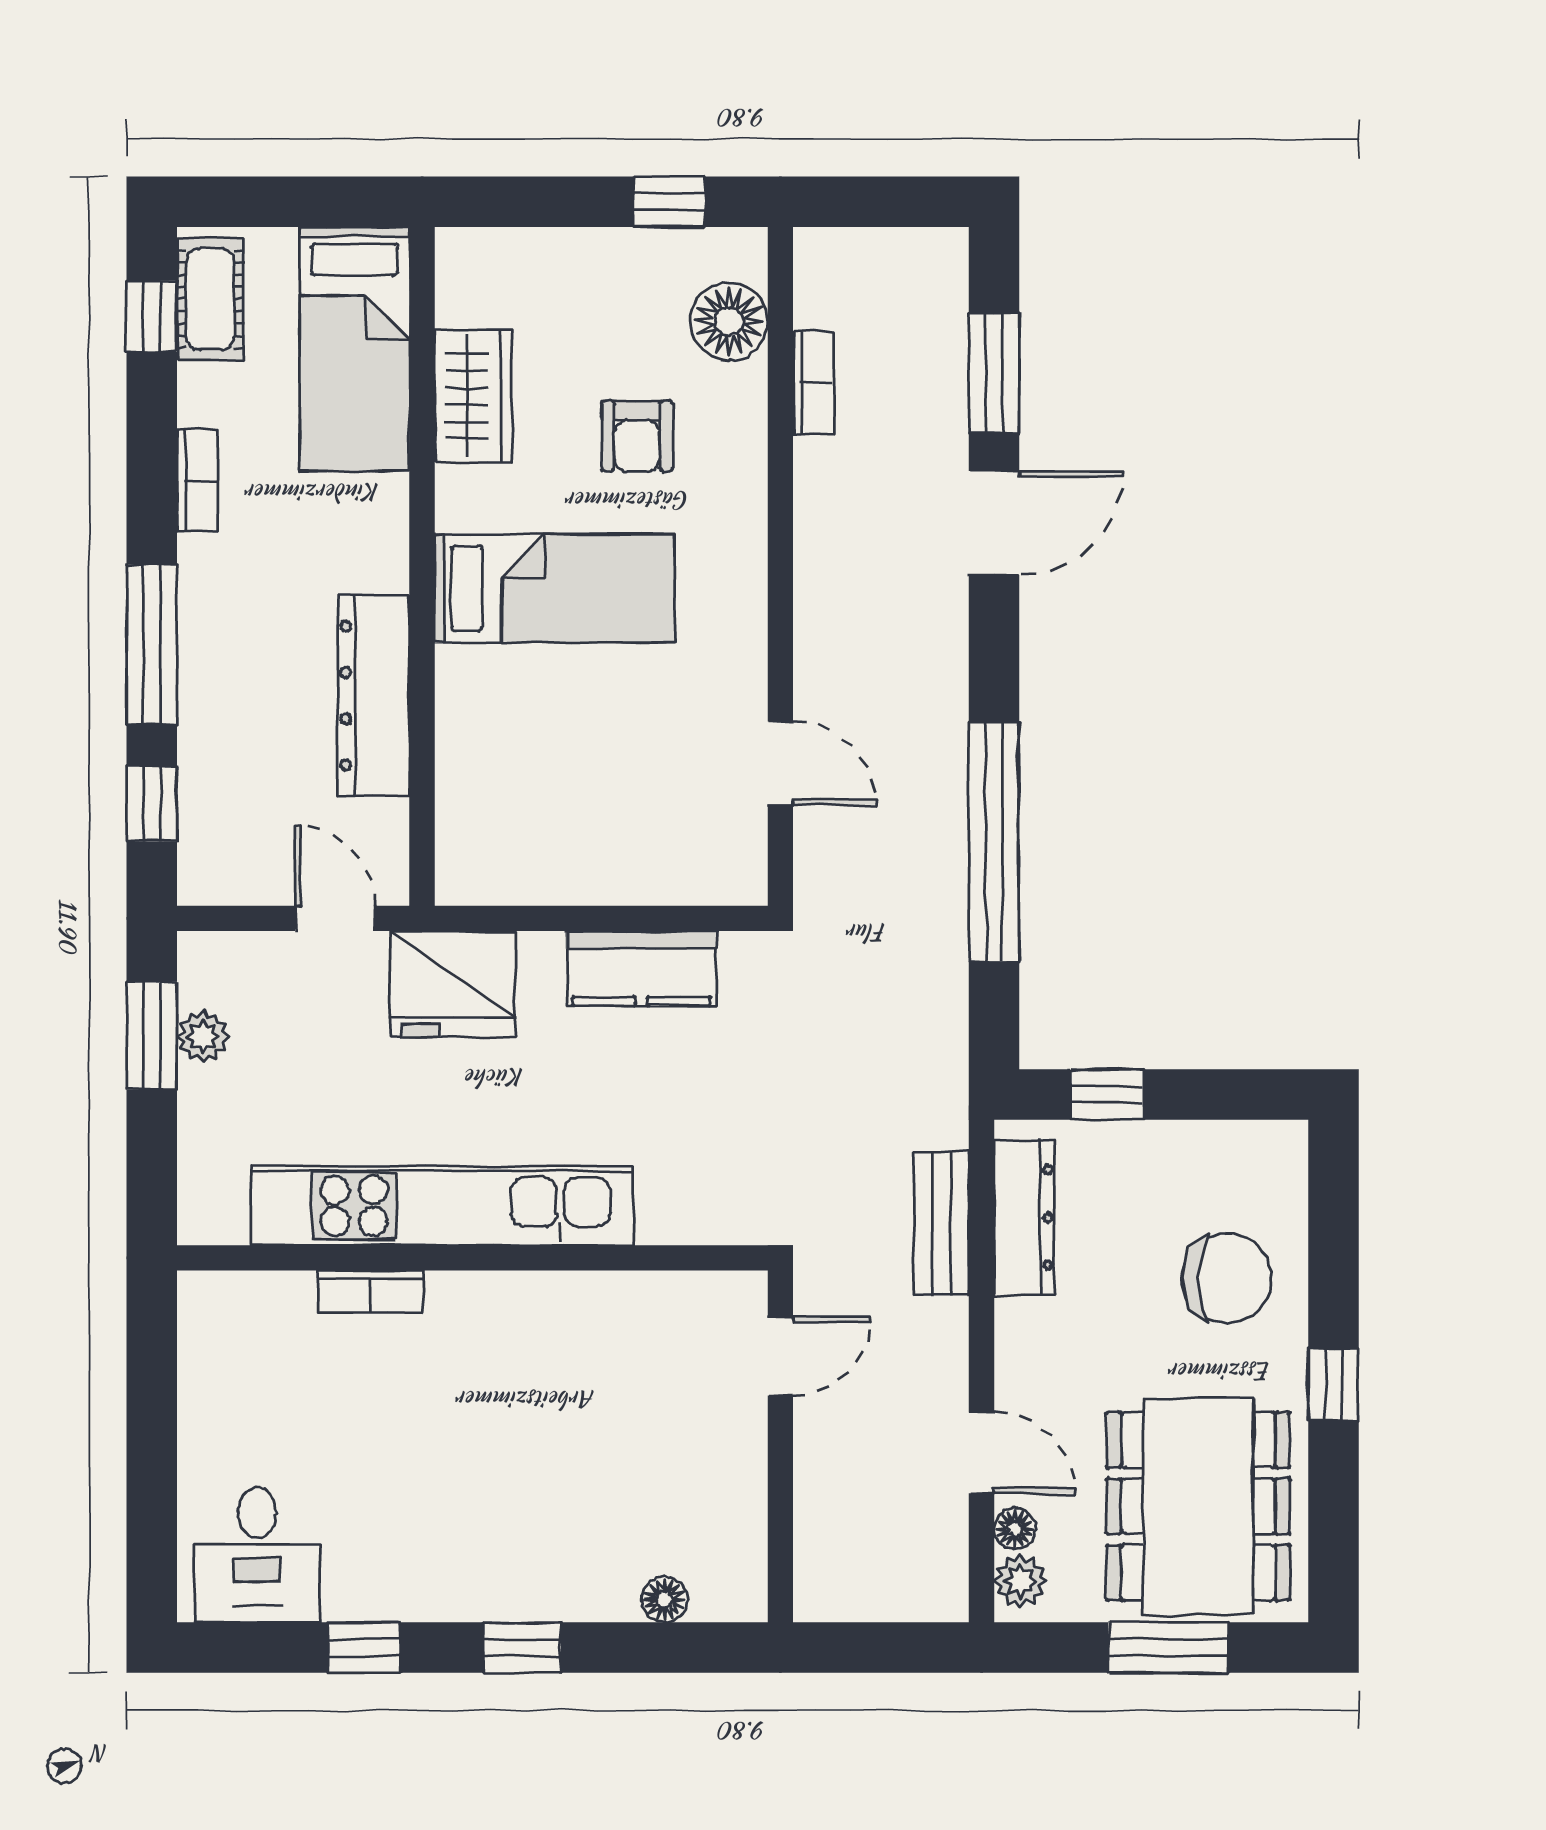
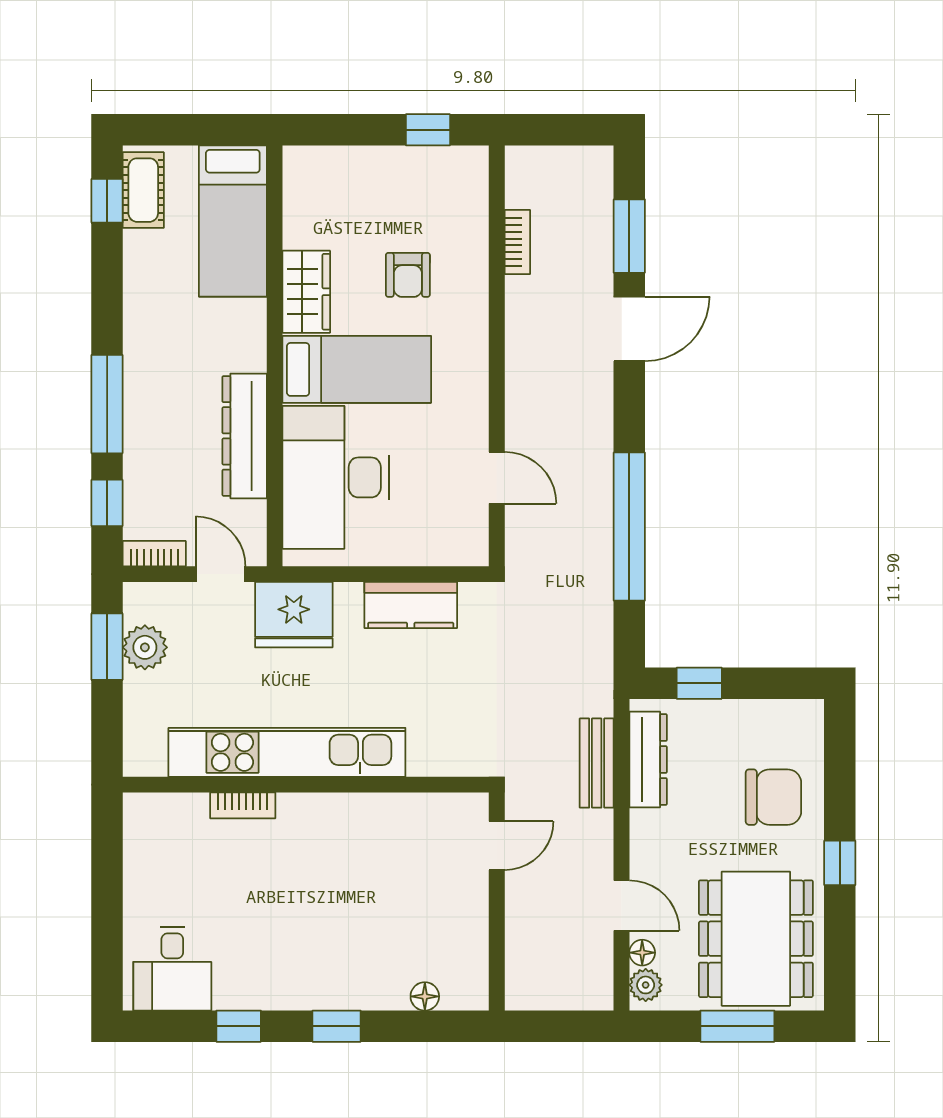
floor lamp: (729, 321) -> (465, 204), removed
wardrobe: (473, 396) -> (306, 292), moved
bookcase: (197, 481) -> (154, 554), moved, turned -90
desk: (521, 762) -> (336, 477), added
plant: (203, 1037) -> (145, 647), width x1.38, depth x1.38

